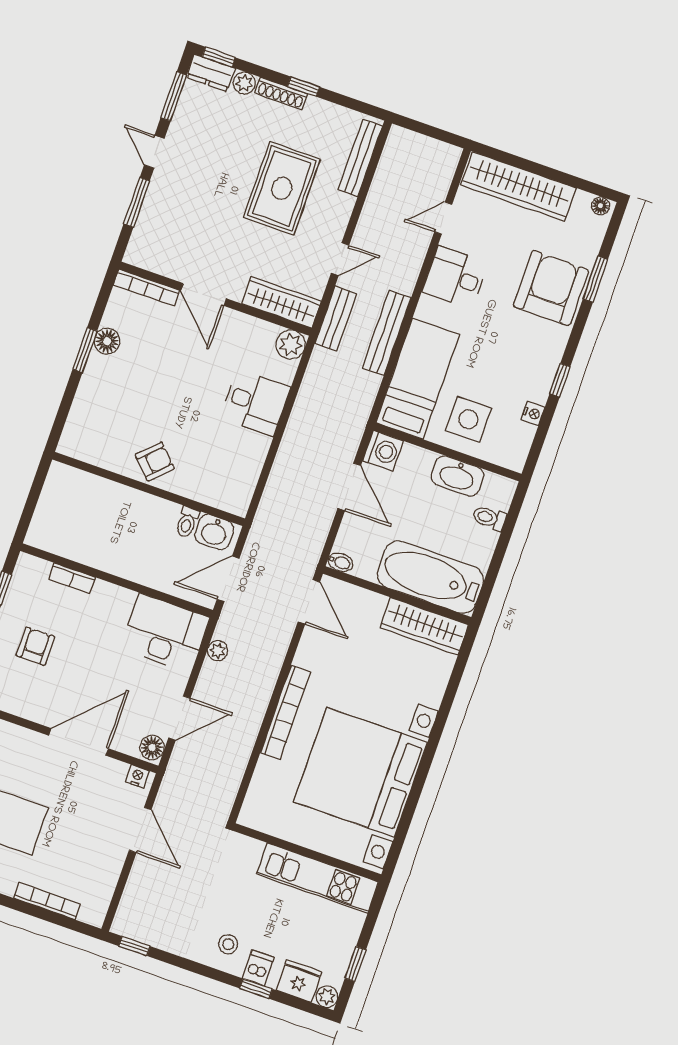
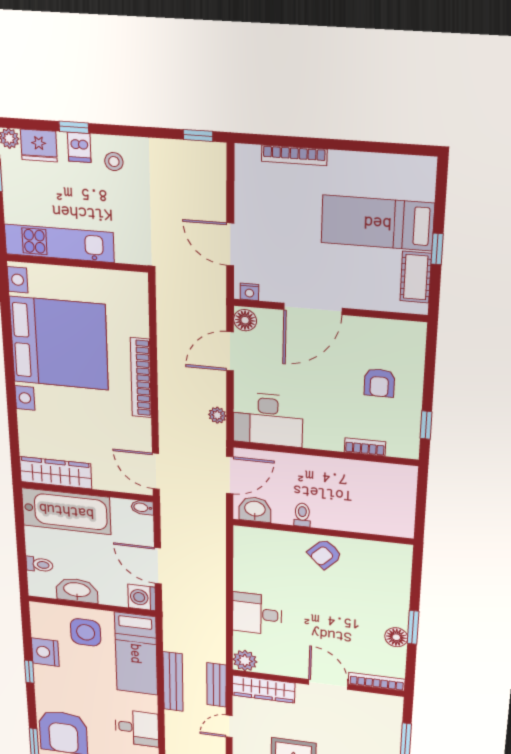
nightstand: (533, 413) -> (45, 652), width x1.89, depth x1.79
toilet: (187, 522) -> (302, 515), moved

